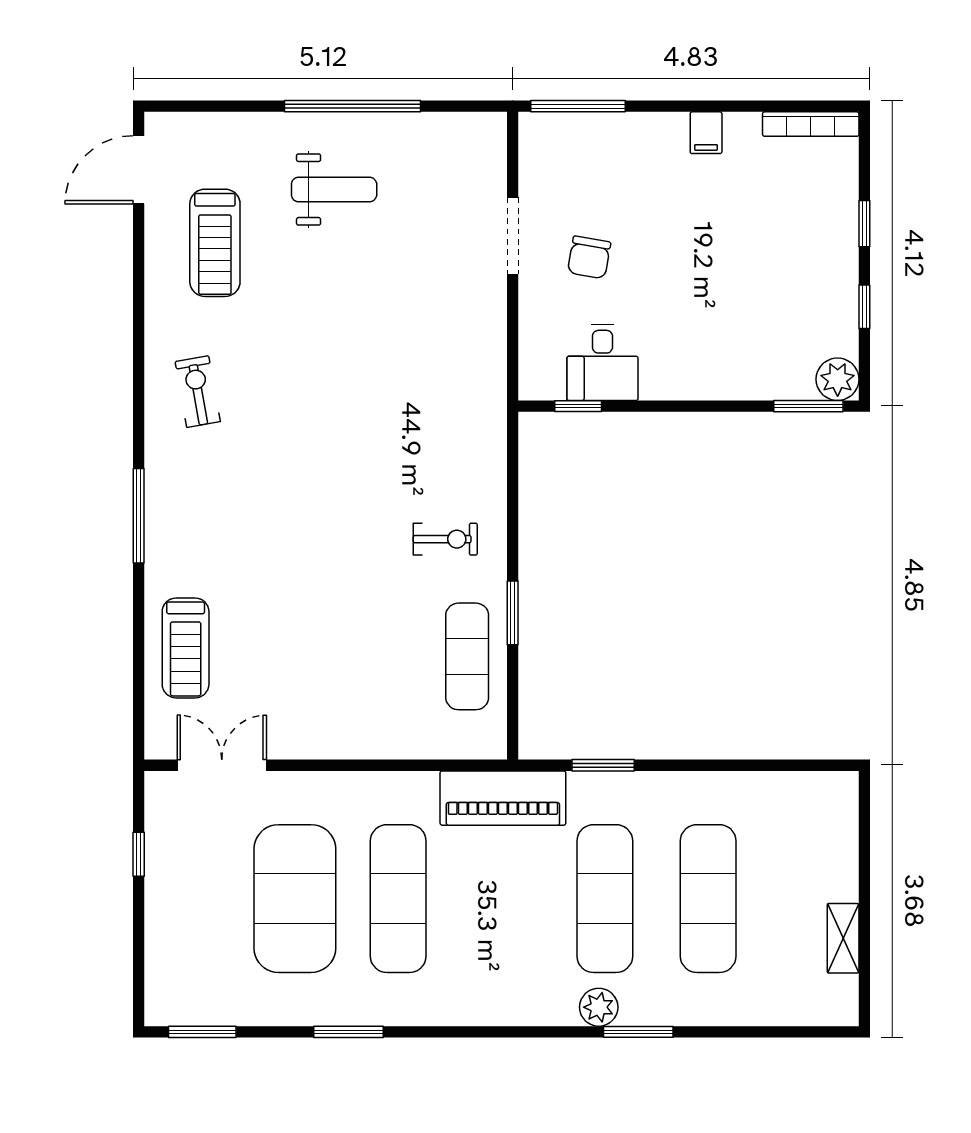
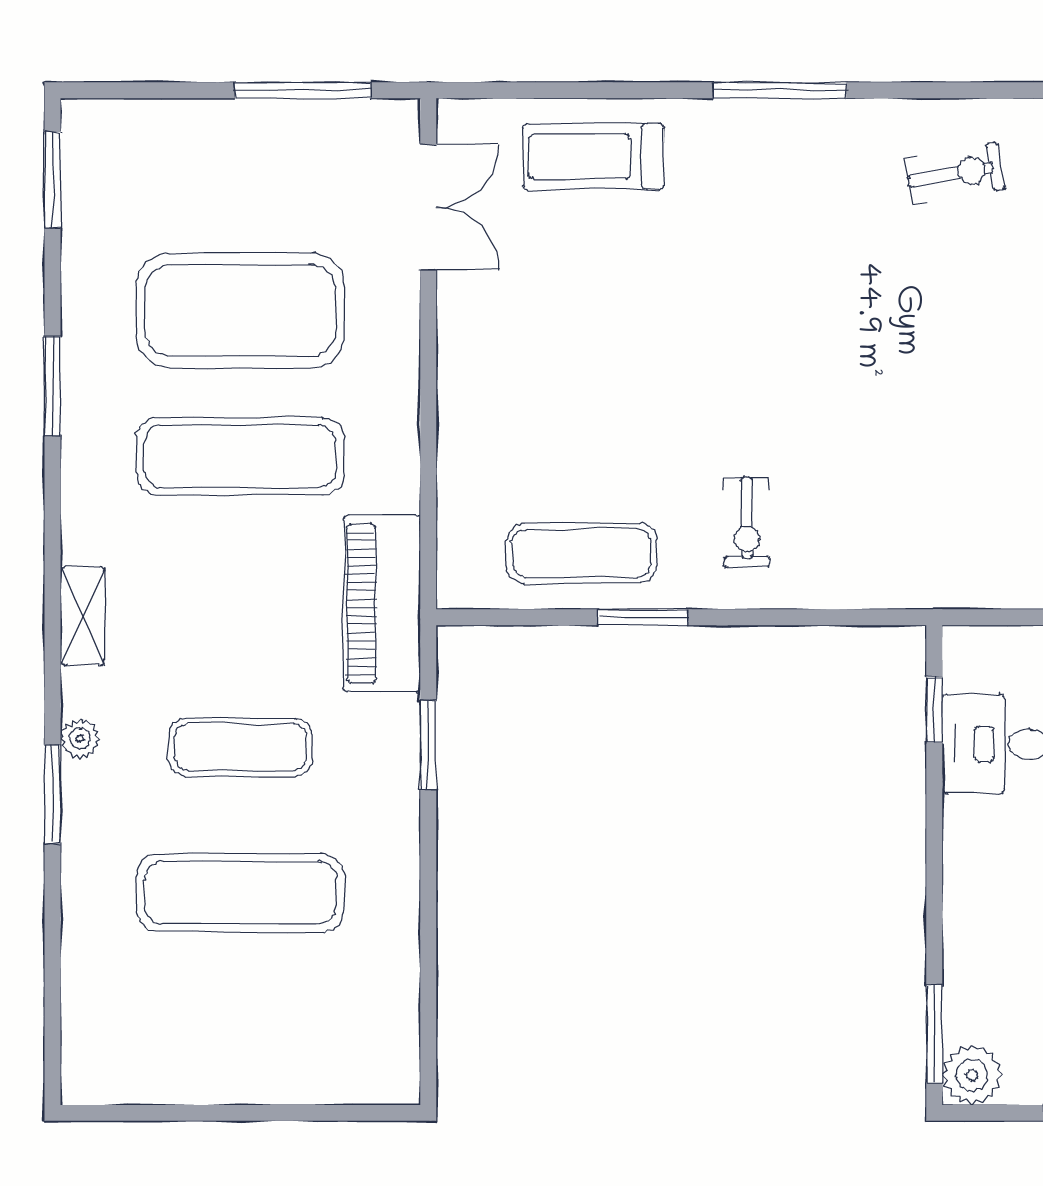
window: (139, 854) -> (303, 90), width x2.17
exercise mat: (605, 899) -> (240, 747), width x0.73, depth x0.69
shelving: (843, 938) -> (82, 616), moved, turned 90
plant: (599, 1007) -> (80, 739), width x0.73, depth x0.73

